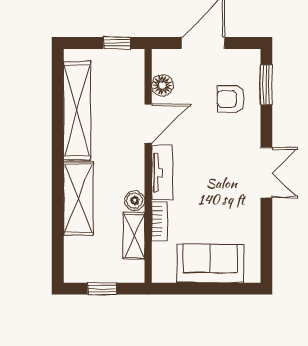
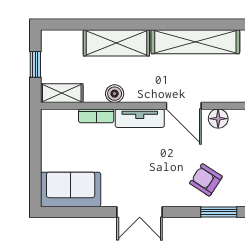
armchair: (231, 99) -> (206, 180), turned -57
shelving: (134, 236) -> (62, 93), moved
sofa: (210, 264) -> (71, 189), moved, turned -90

